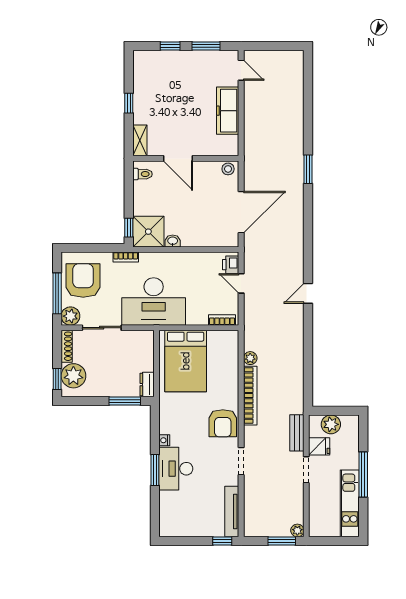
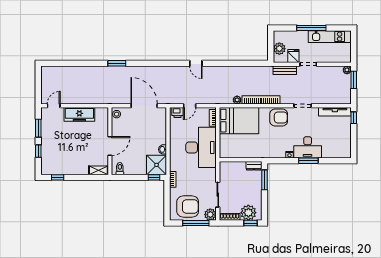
window: (129, 103) -> (58, 177), moved
armchair: (83, 281) -> (188, 207), turned 180
desk: (154, 301) -> (201, 147), moved
bed: (186, 361) -> (239, 121), moved

